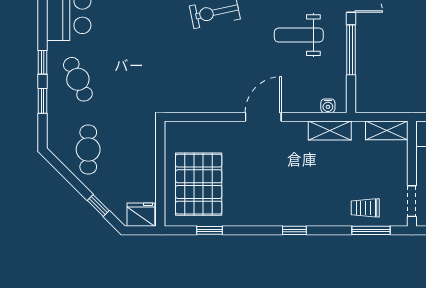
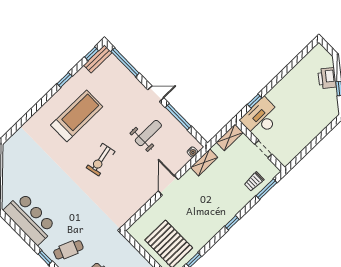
weight bench: (299, 35) -> (148, 133), turned 180
cafe table: (78, 79) -> (68, 250), turned -44
doorway: (412, 201) -> (263, 149), moved

